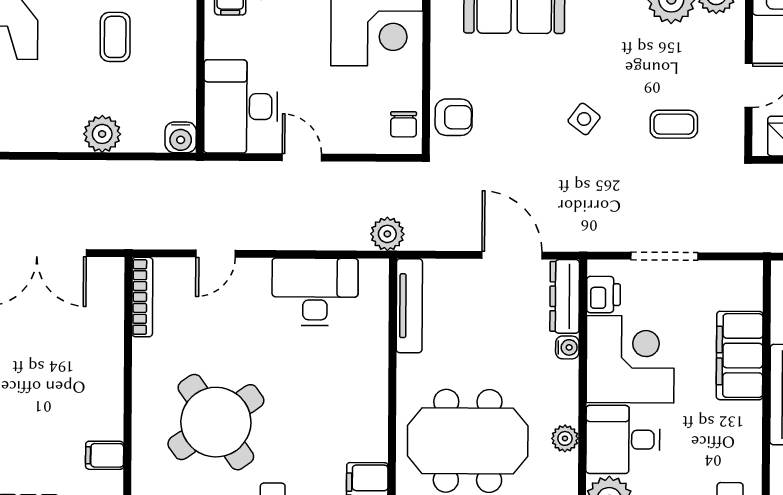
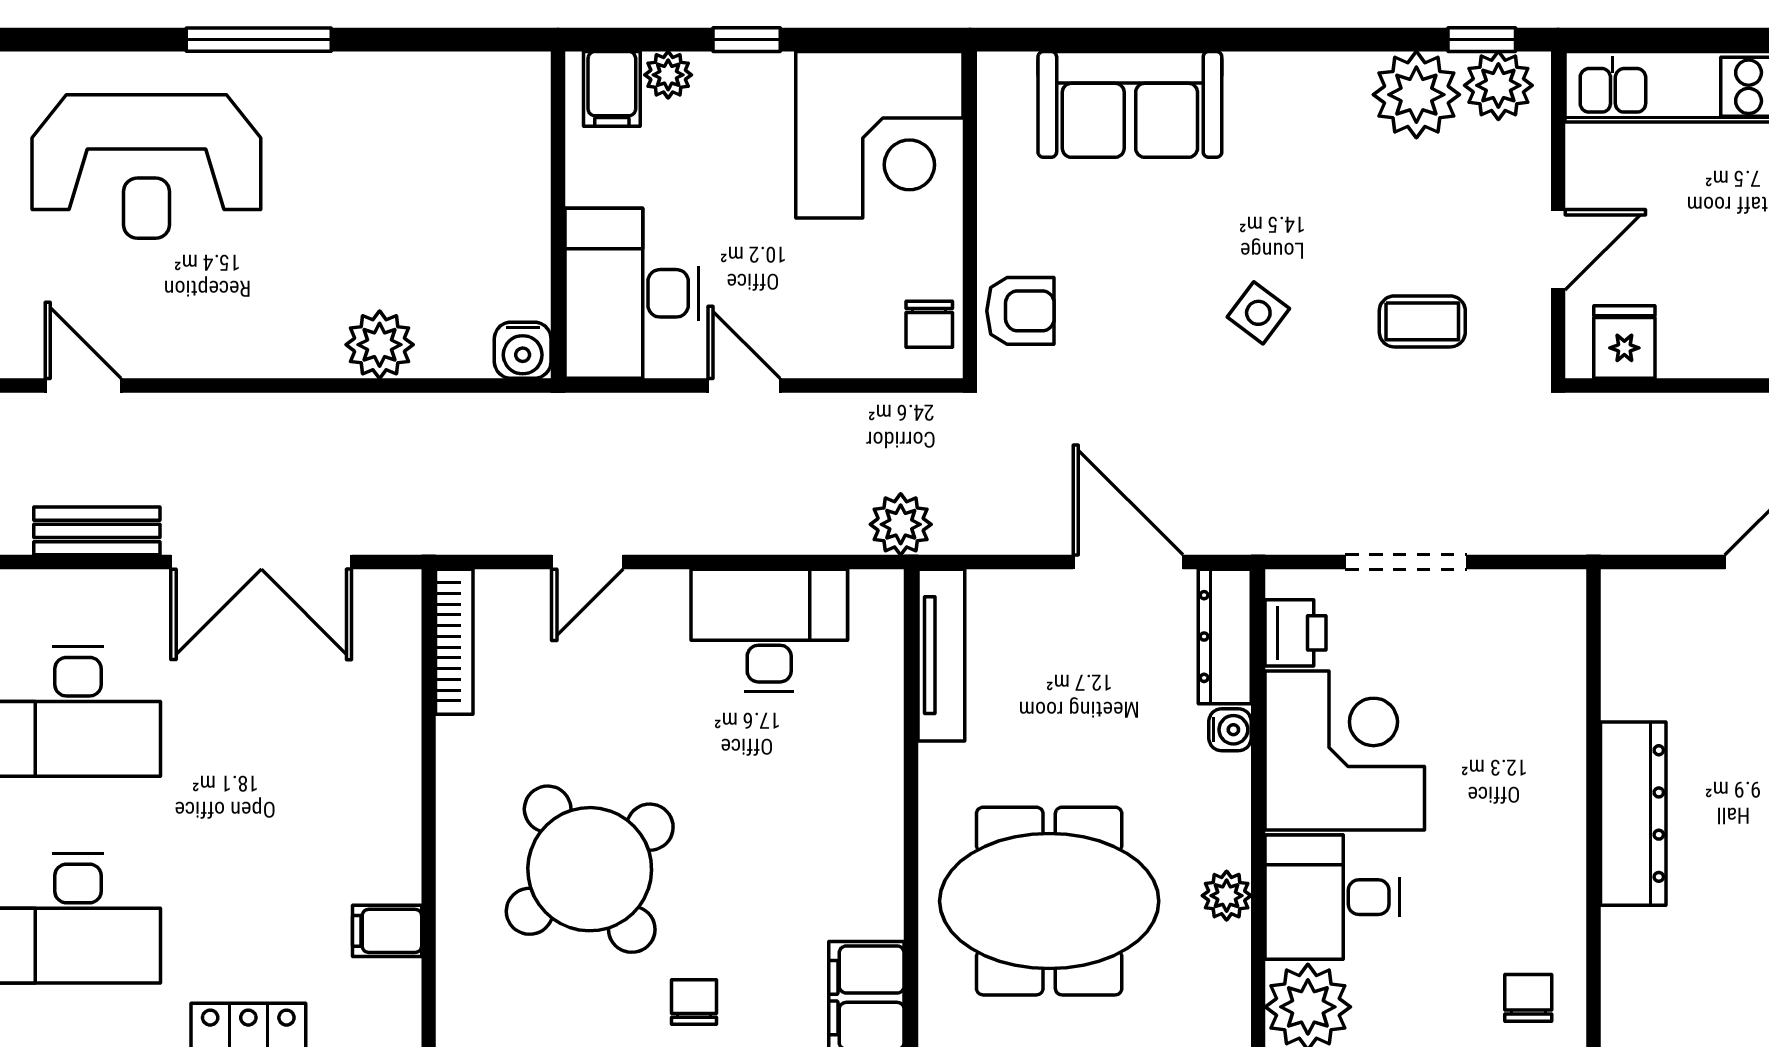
coffee table: (115, 37) -> (402, 168), removed
filing cabinet: (740, 356) -> (1544, 743), removed

